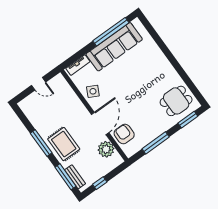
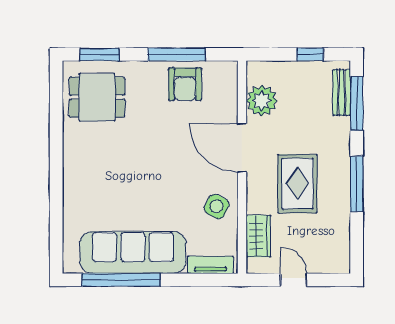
wardrobe: (67, 92) -> (258, 236), added
door: (100, 124) -> (242, 148), hinge flipped
armchair: (124, 134) -> (185, 84), moved
rug: (64, 144) -> (297, 184), moved

